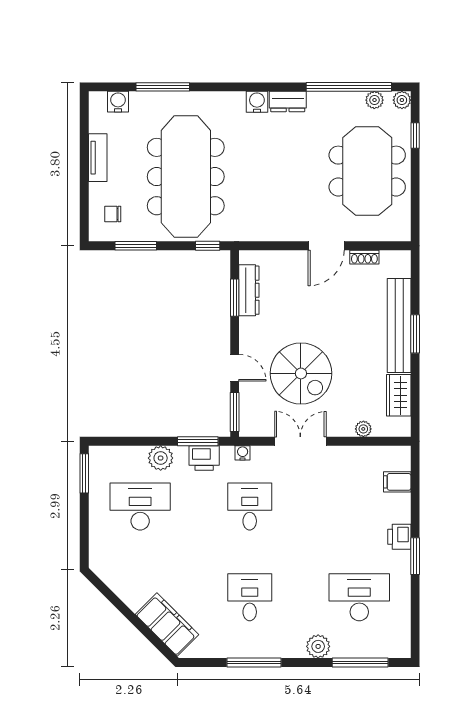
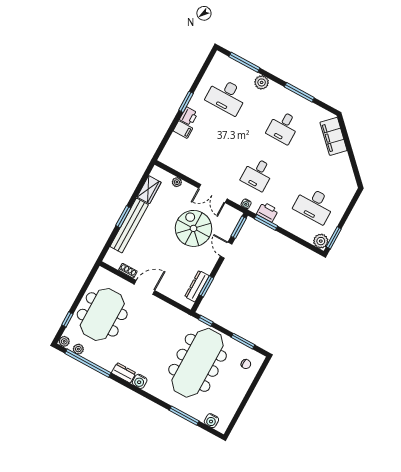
tv unit: (98, 158) -> (238, 397), removed
plant: (161, 458) -> (321, 241), moved
filing cabinet: (397, 482) -> (183, 130), moved

